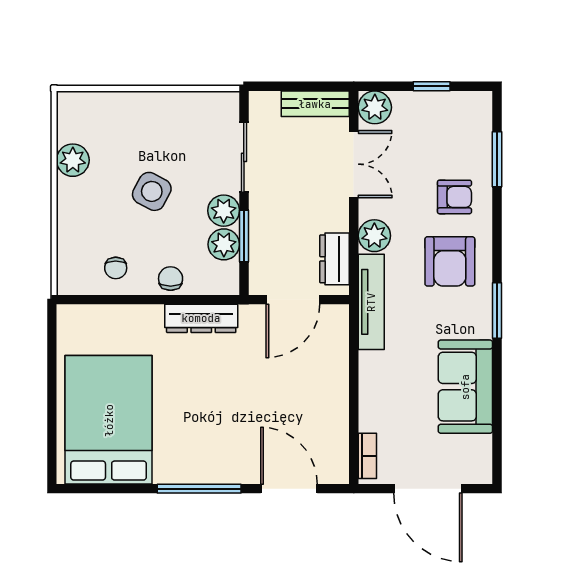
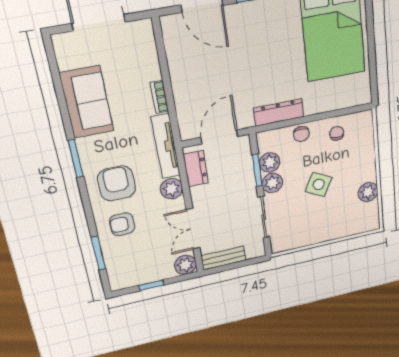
bookcase: (367, 456) -> (159, 97), moved

